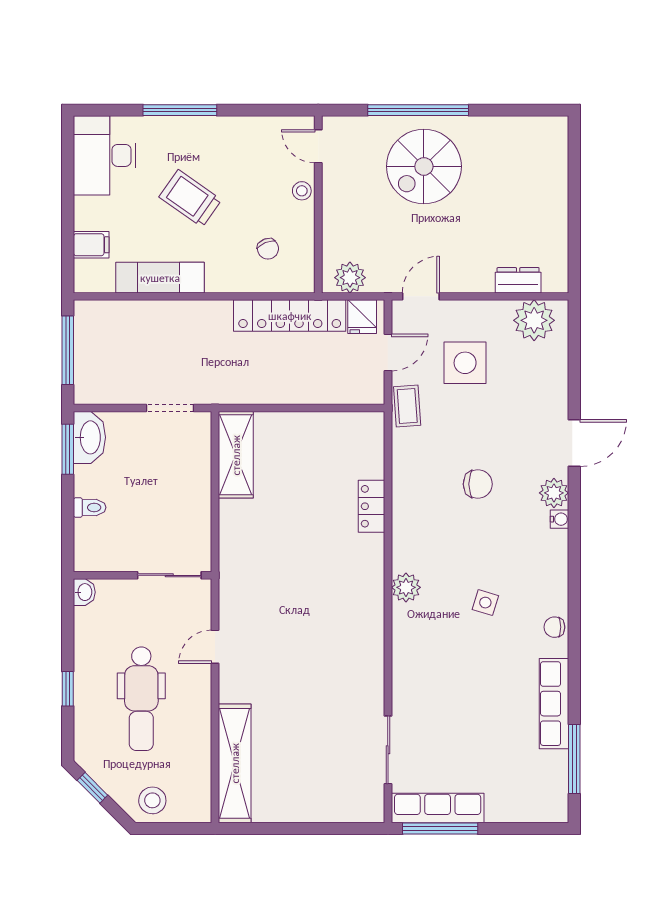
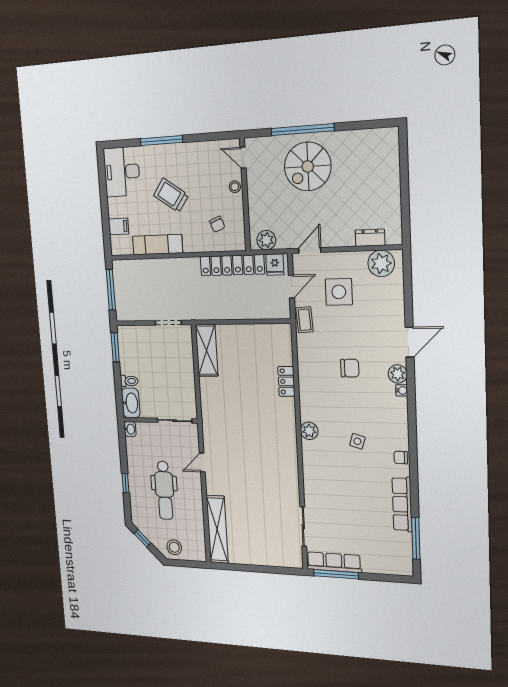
washbasin: (89, 437) -> (131, 403), moved

